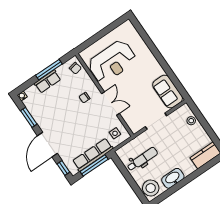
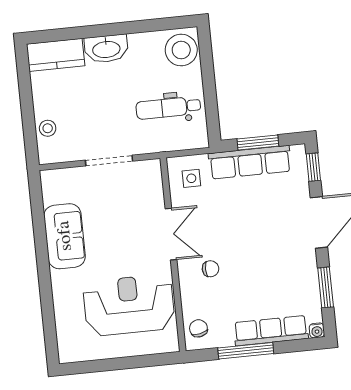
row of seats: (48, 81) -> (271, 331), width x1.48
sofa: (168, 92) -> (65, 236), moved
double door: (111, 103) -> (171, 234), swing flipped
window: (94, 165) -> (258, 143), width x0.69
washbasin: (173, 178) -> (106, 49), moved

